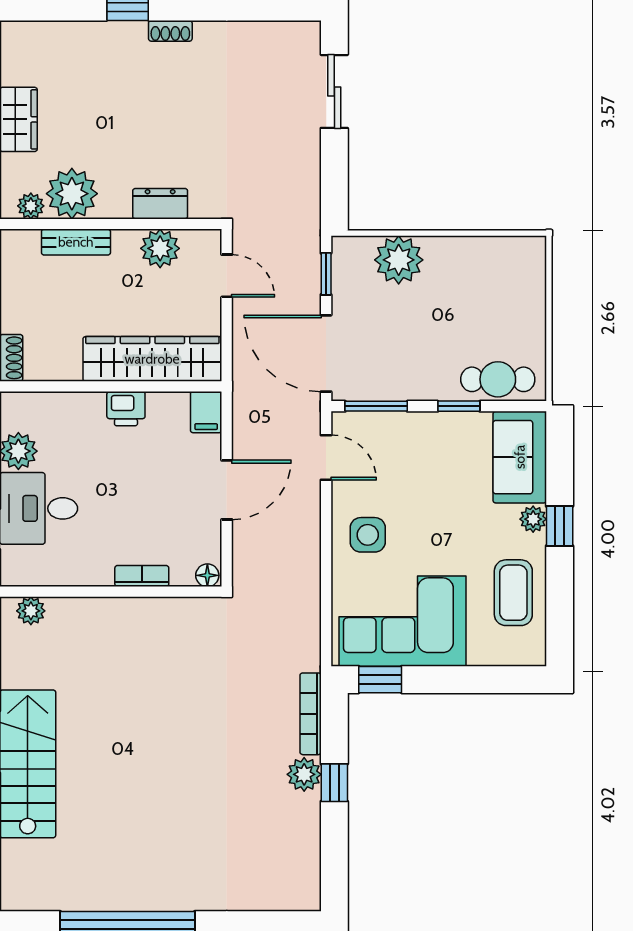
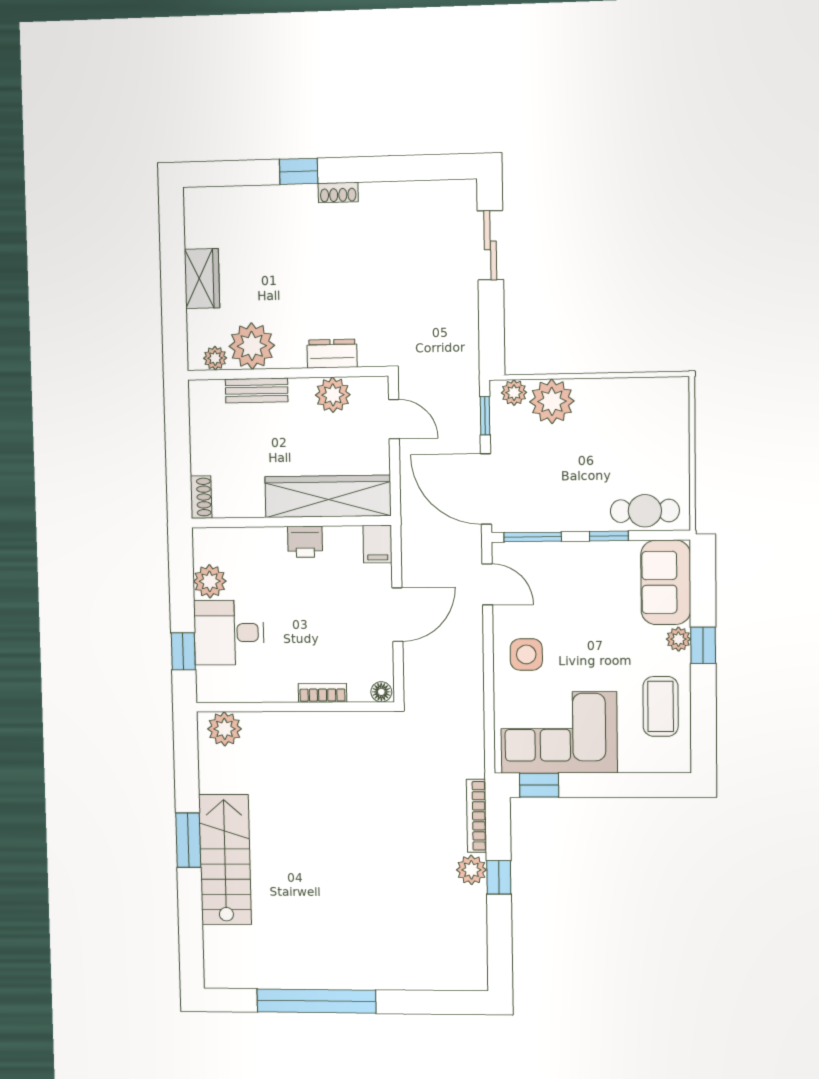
plant: (358, 250) -> (514, 393), added
plant: (31, 611) -> (225, 729), width x1.38, depth x1.38

